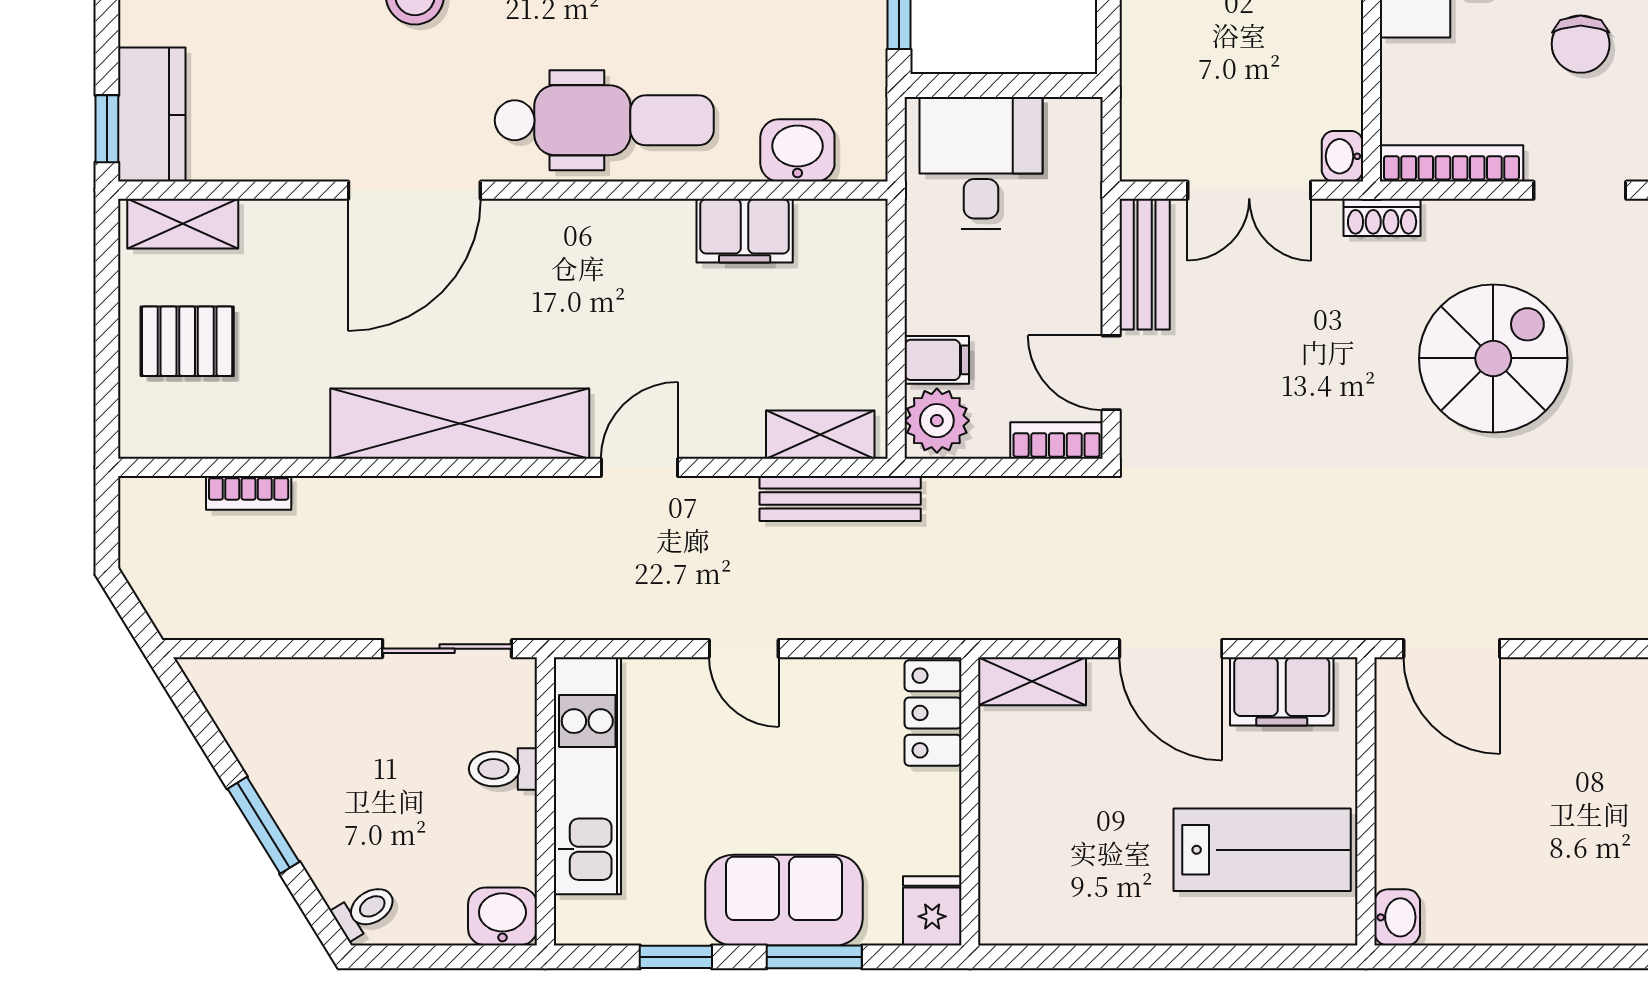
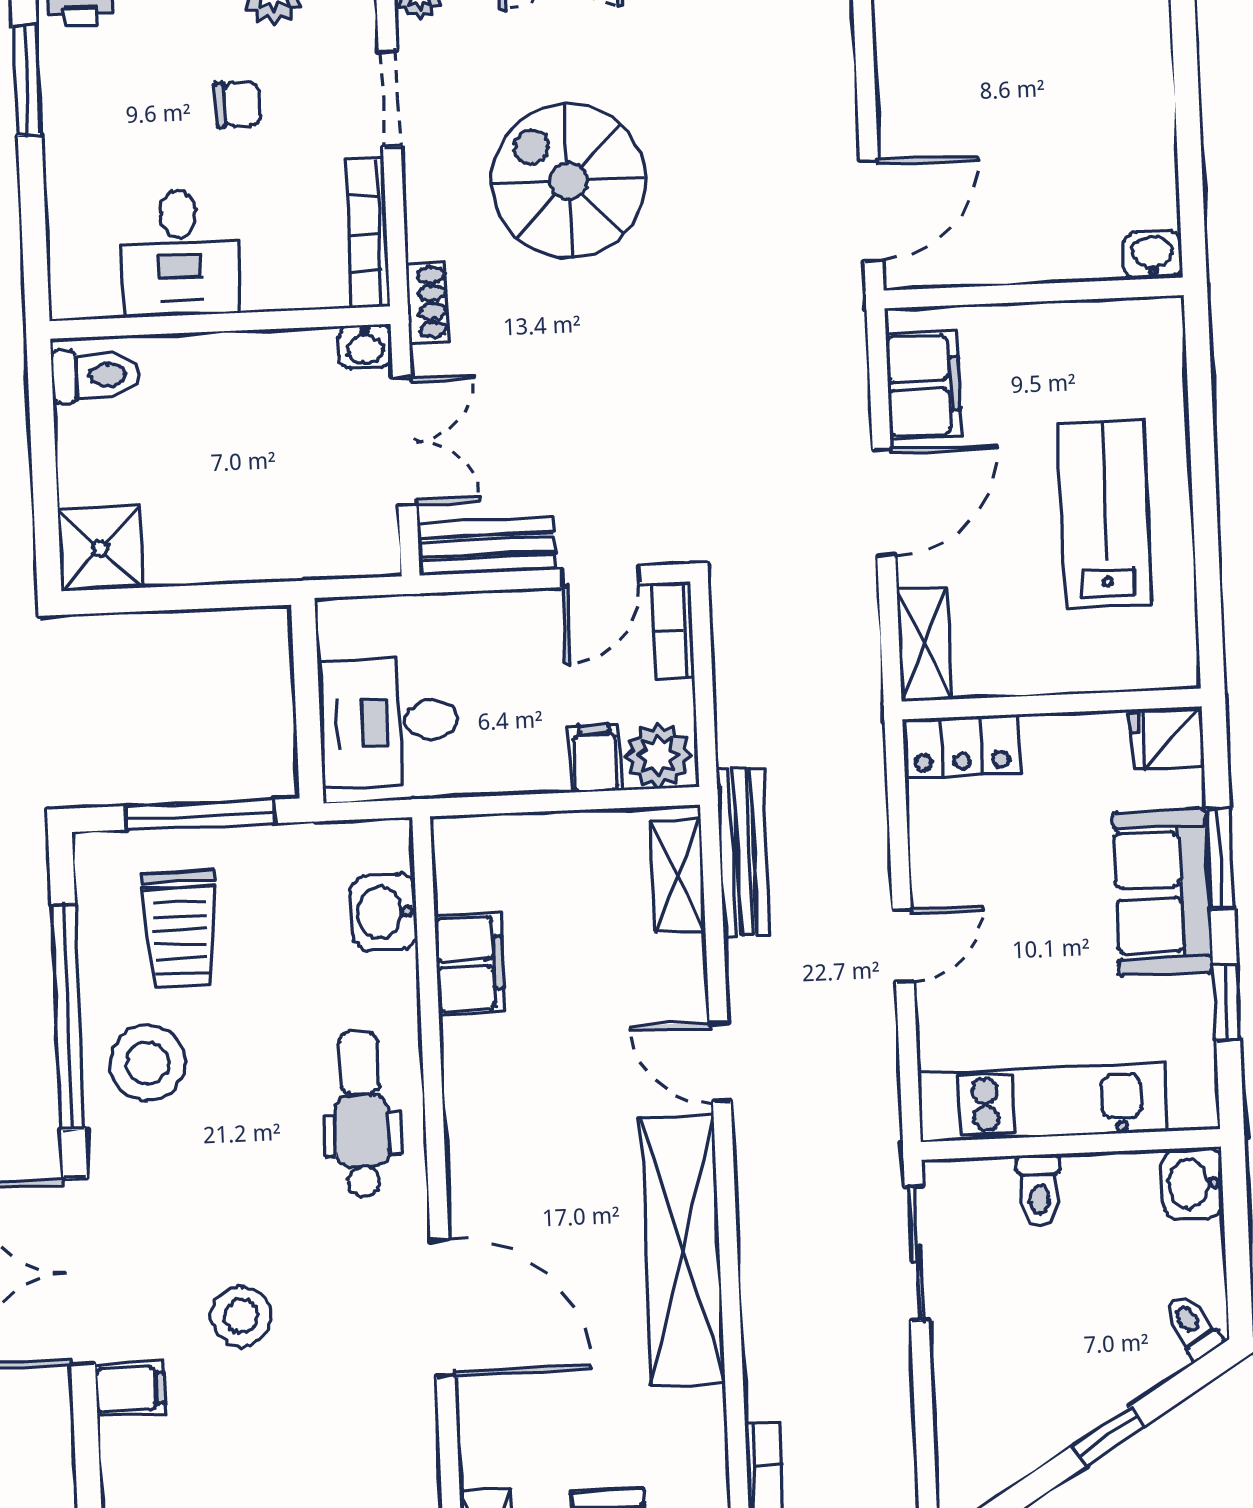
chair: (1581, 44) -> (238, 104), width x0.73, depth x0.73
dental chair: (604, 120) -> (361, 1114), width x0.73, depth x0.72
window: (264, 825) -> (1108, 1436), width x0.67
lab bench: (1262, 850) -> (1105, 513), moved

